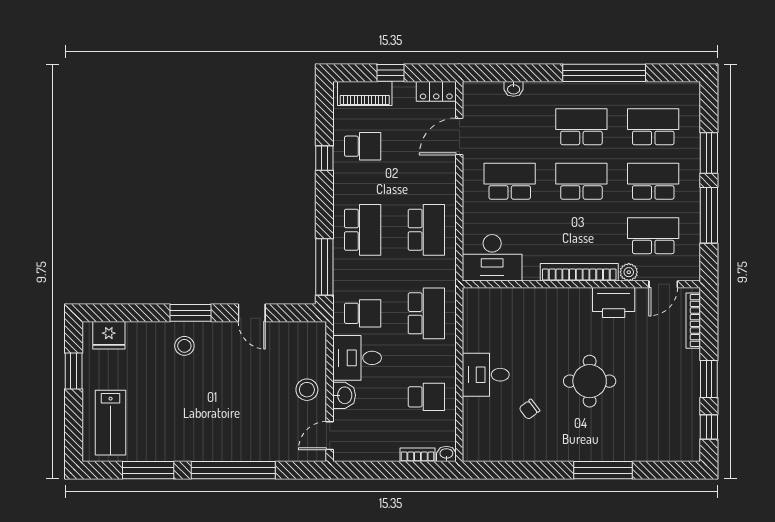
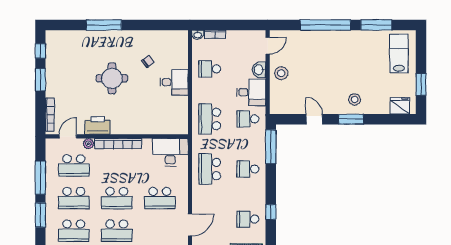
school desk: (363, 230) -> (248, 169), width x0.54

